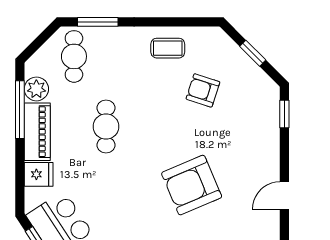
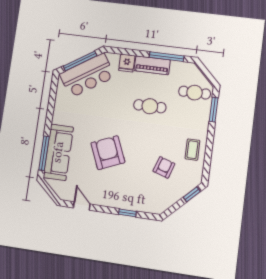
window: (253, 53) -> (192, 194), moved
plant: (36, 89) -> (178, 68), removed
window: (284, 114) -> (127, 213), moved
door: (284, 196) -> (82, 206), moved

